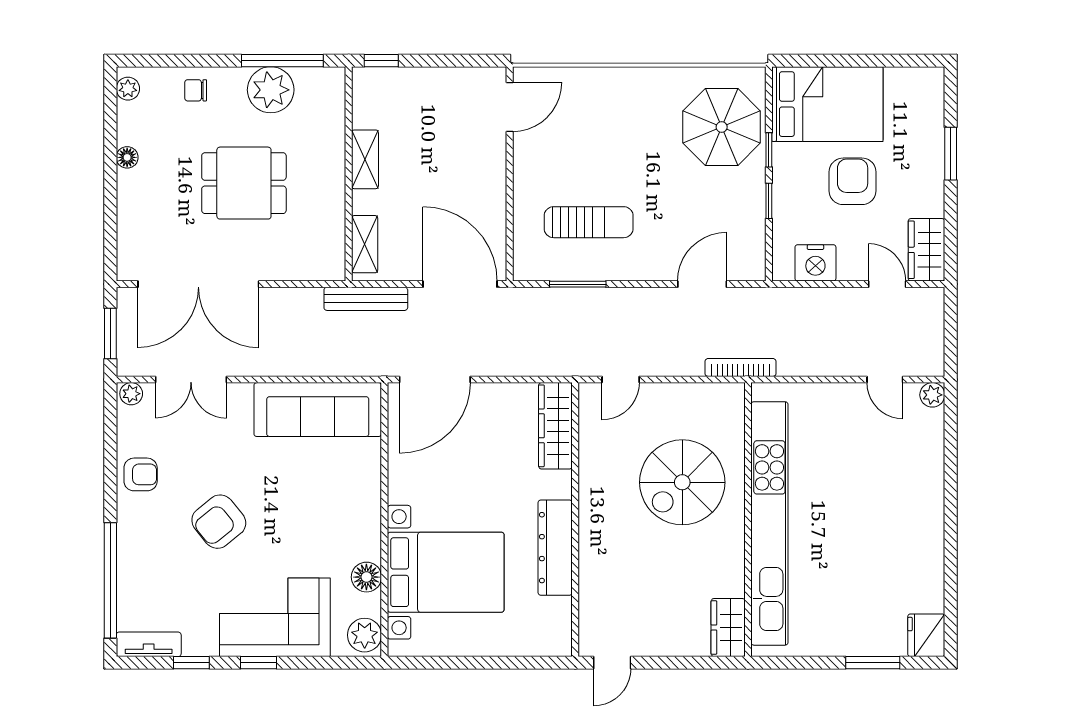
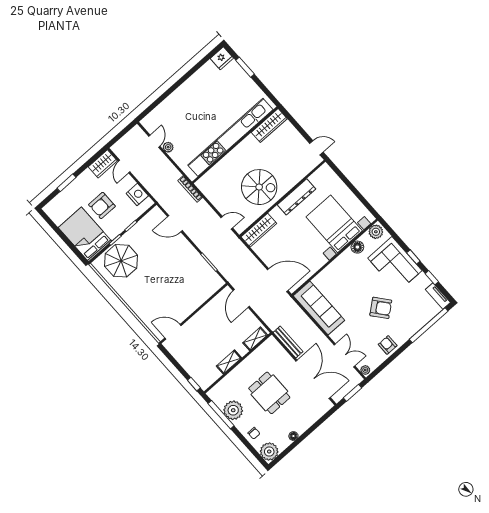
plant: (128, 89) -> (269, 452), width x1.88, depth x1.88
sun lounger: (589, 222) -> (187, 276), removed
door: (460, 284) -> (241, 298), width x0.73
bench: (366, 299) -> (288, 342), moved
plant: (932, 395) -> (168, 147), moved
spiral stairs: (682, 482) -> (259, 187), moved
wardrobe: (728, 628) -> (269, 126), width x1.50

